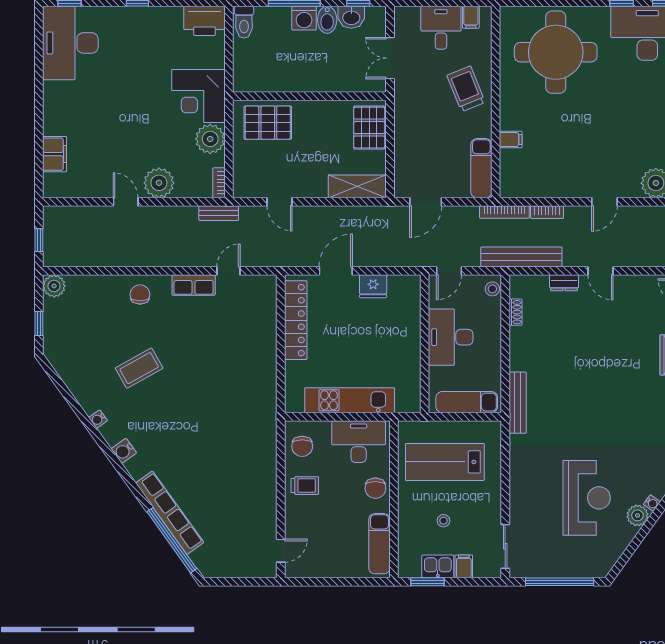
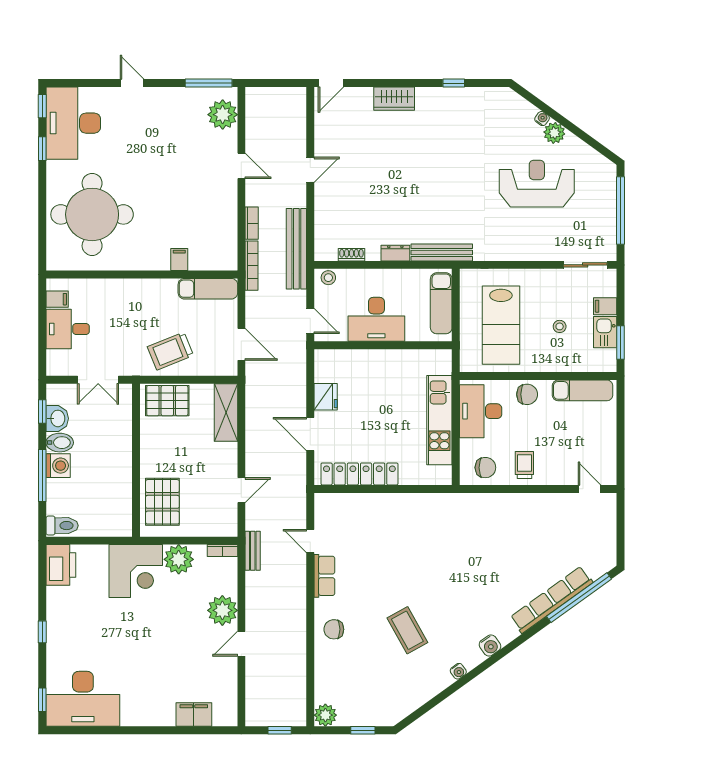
trolley: (466, 89) -> (170, 351), moved
dresser: (564, 283) -> (395, 253), moved, turned -90

